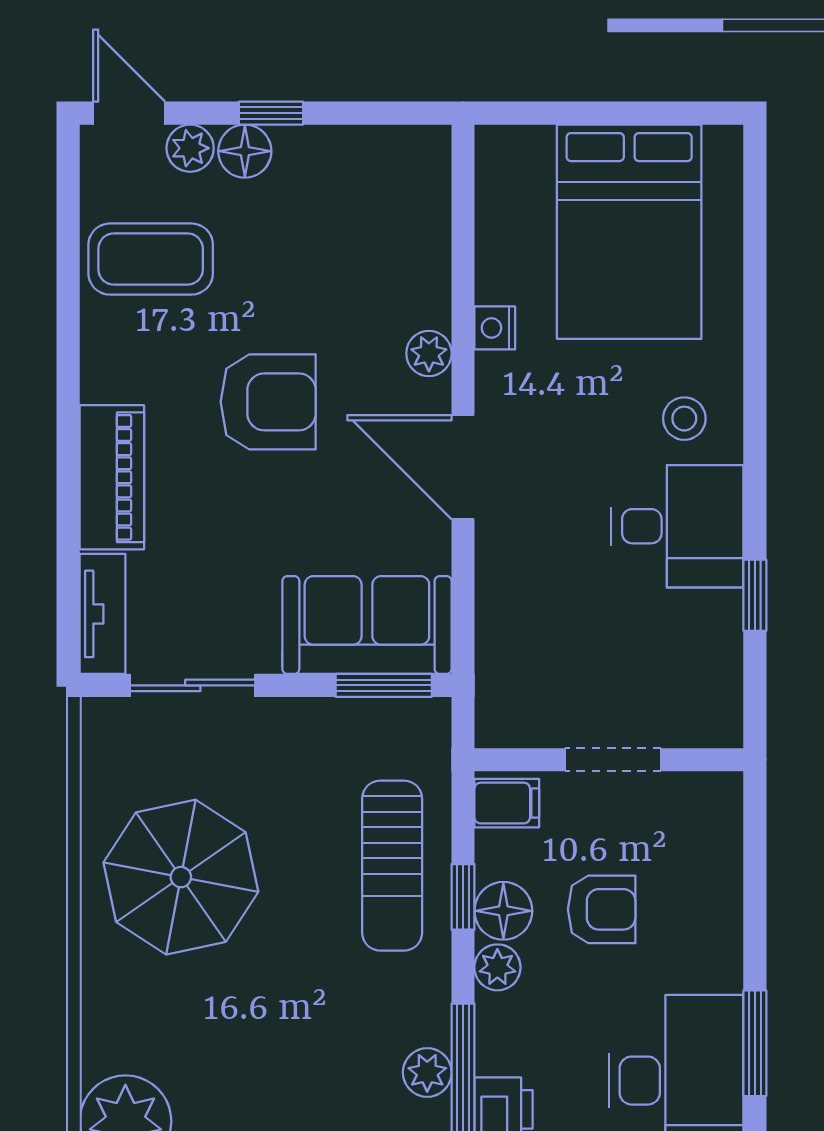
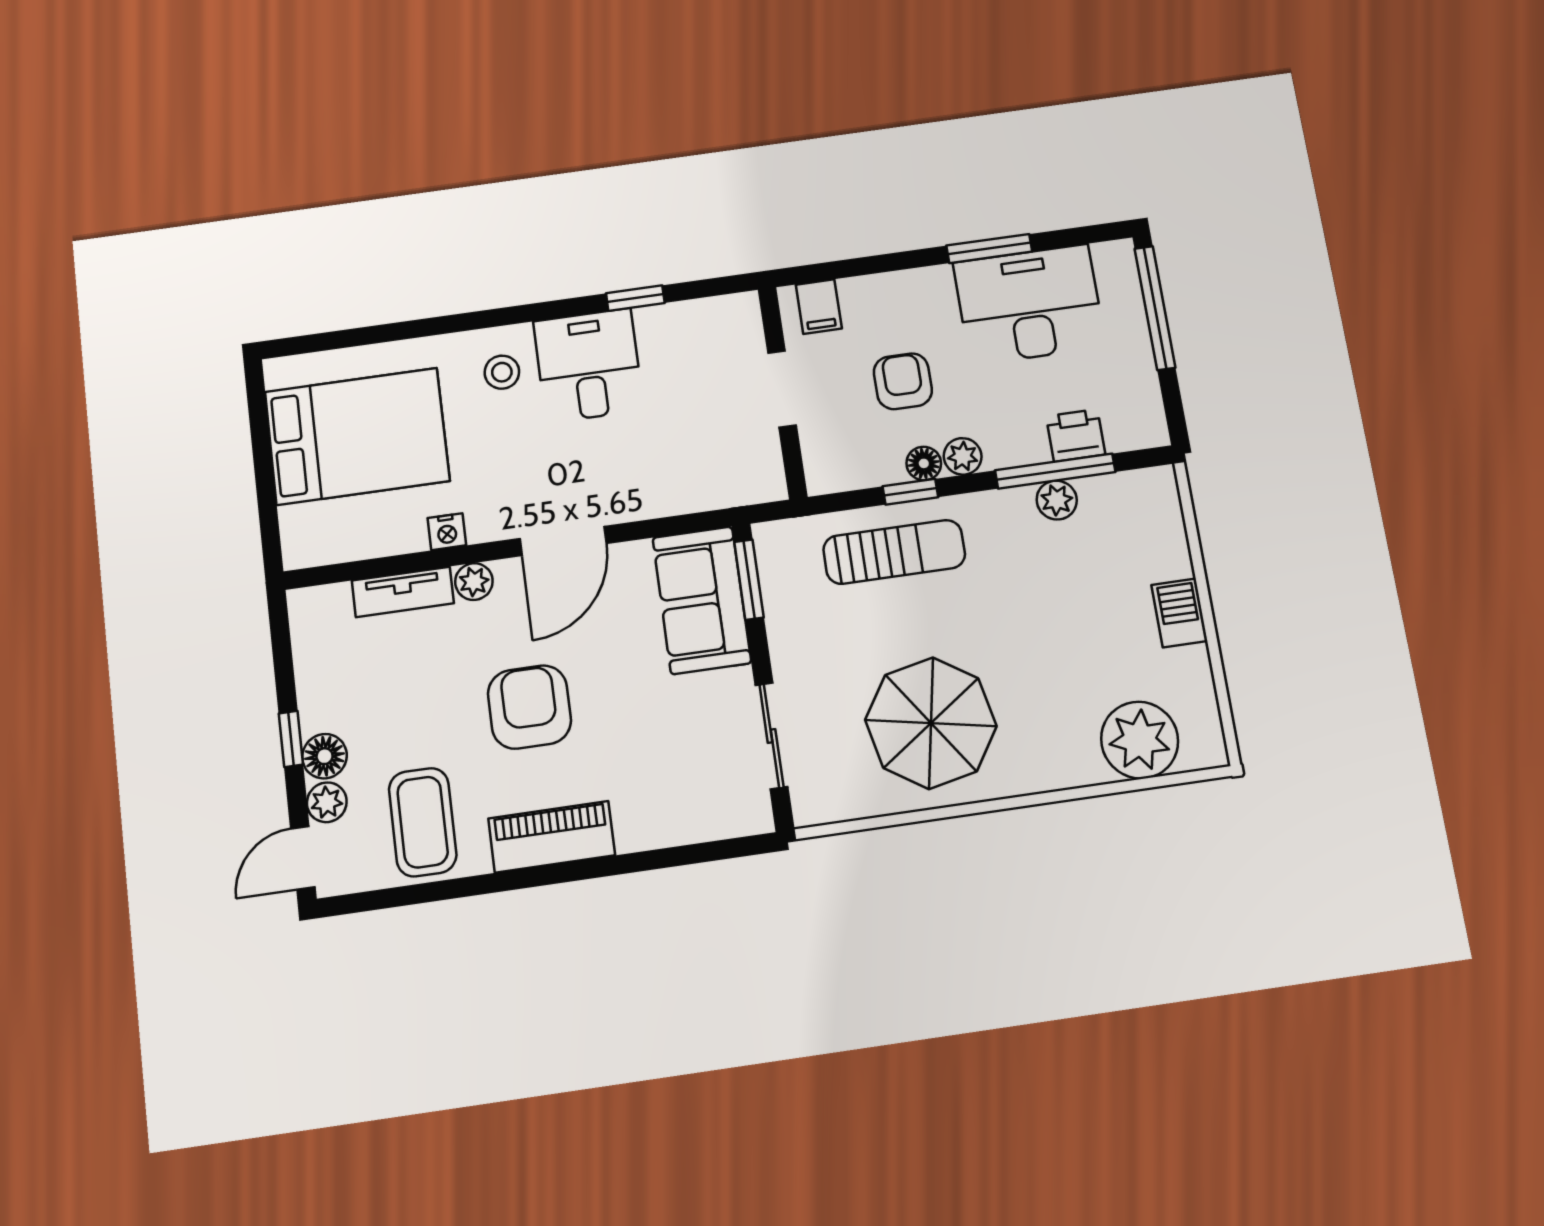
piano: (112, 477) -> (552, 837), moved
tv unit: (103, 614) -> (403, 592), moved, turned 180
filing cabinet: (507, 803) -> (819, 307), moved, turned 180
floor lamp: (503, 911) -> (924, 463), width x0.73, depth x0.73

